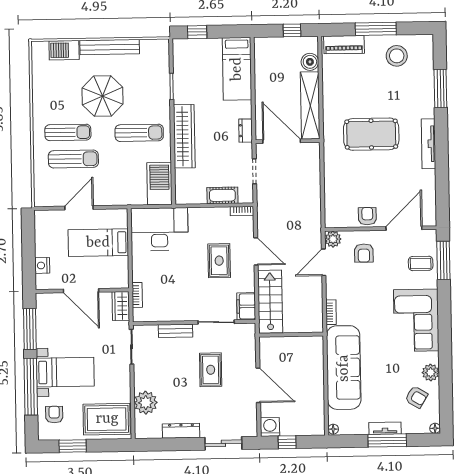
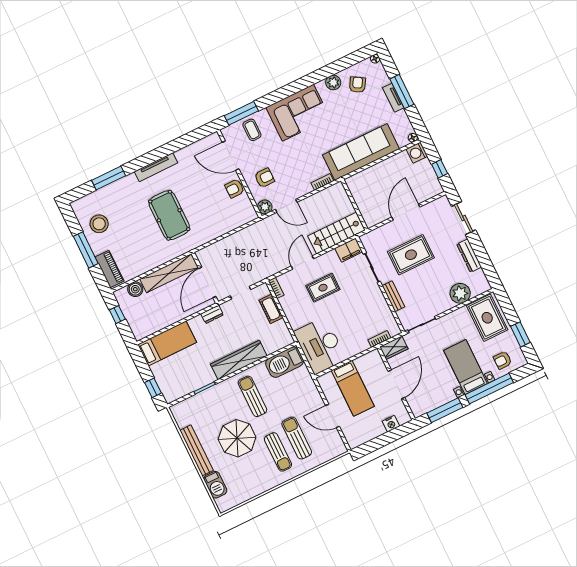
sun lounger: (68, 132) -> (278, 452), turned 180
rug: (211, 370) -> (411, 255), width x1.36, depth x1.43
washing machine: (270, 427) -> (417, 153), moved

